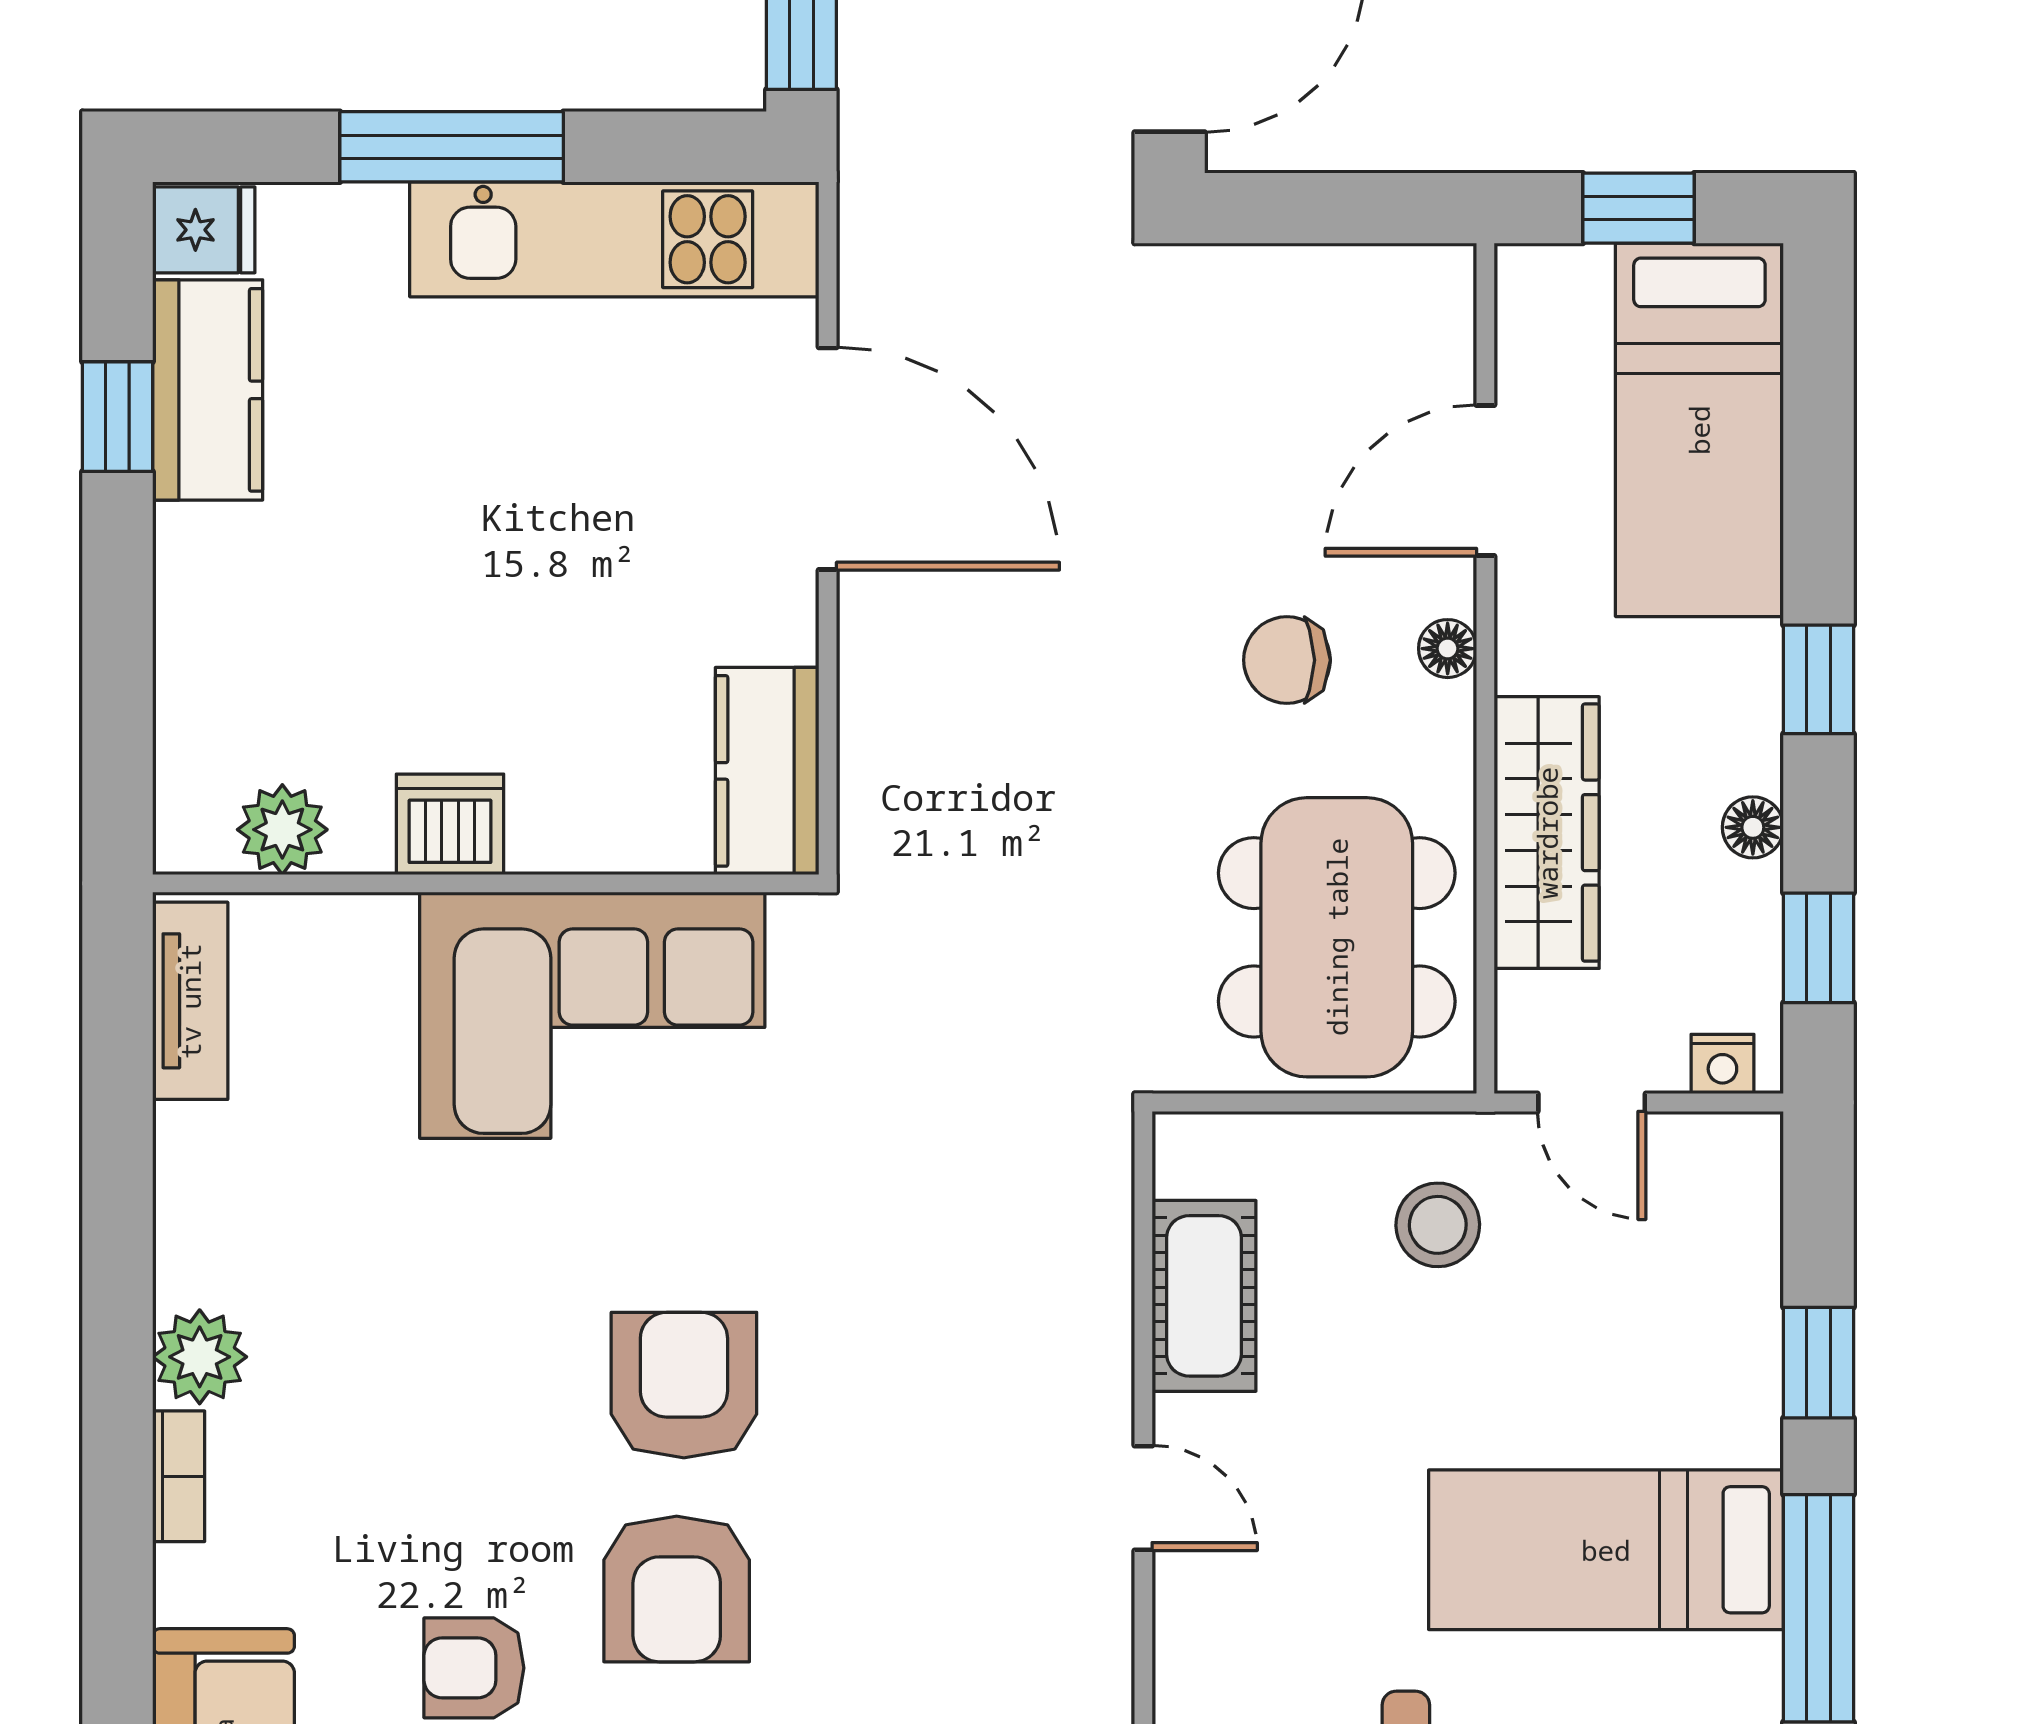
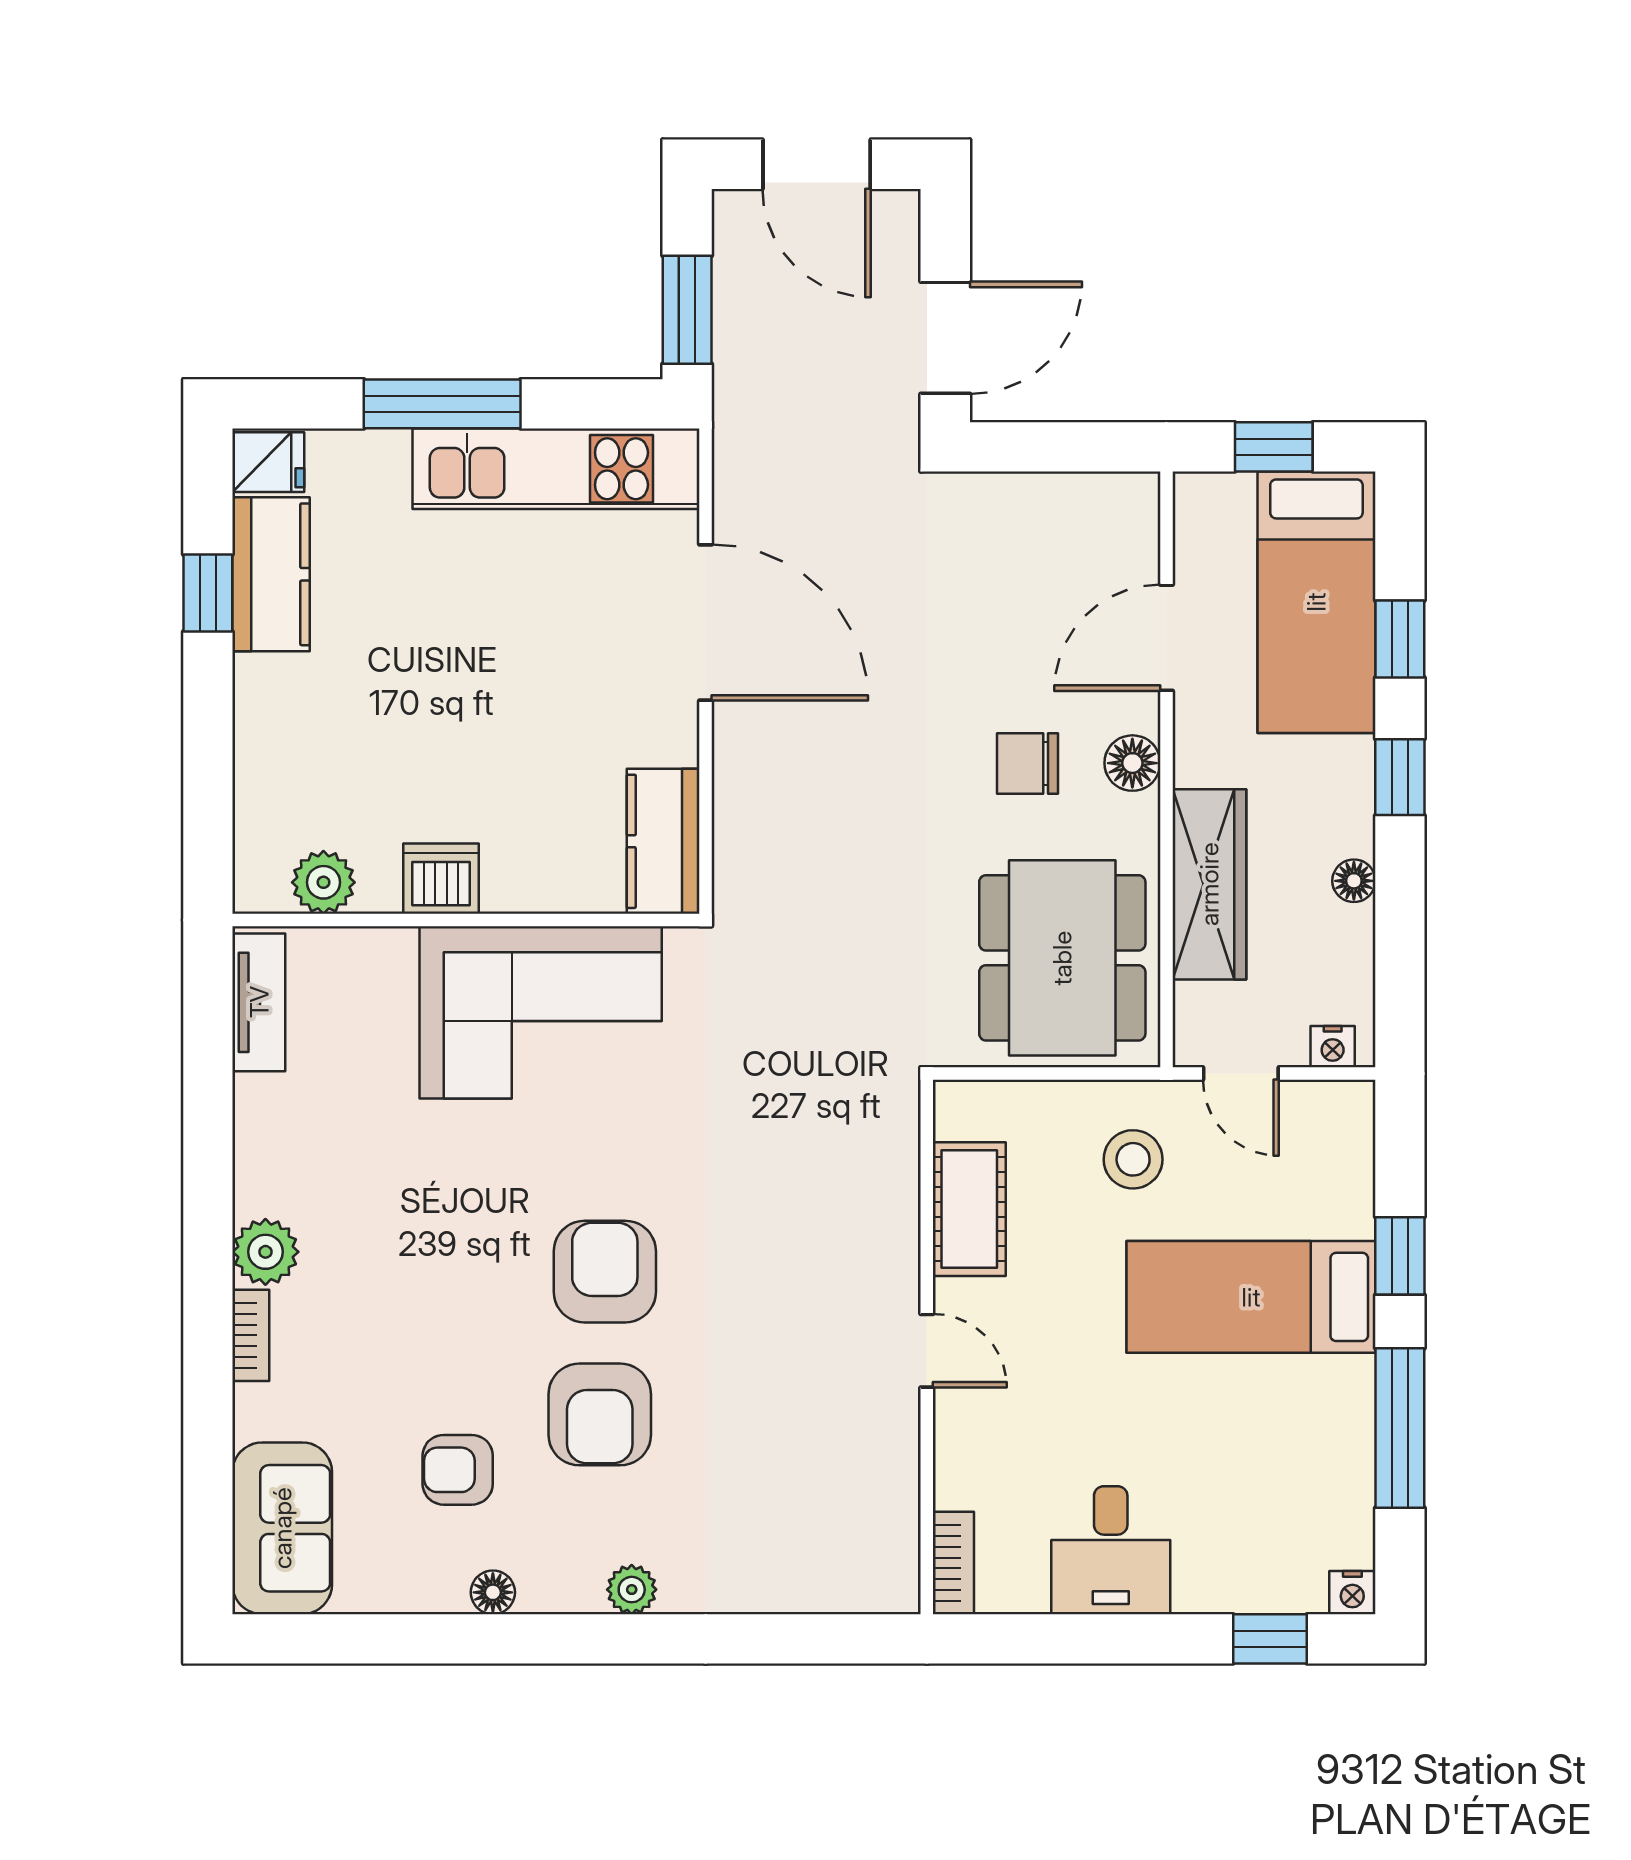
floor lamp: (1448, 649) -> (1132, 763), width x1.37, depth x1.37
window: (1819, 948) -> (1400, 639), moved
bed: (1606, 1550) -> (1251, 1297), moved

